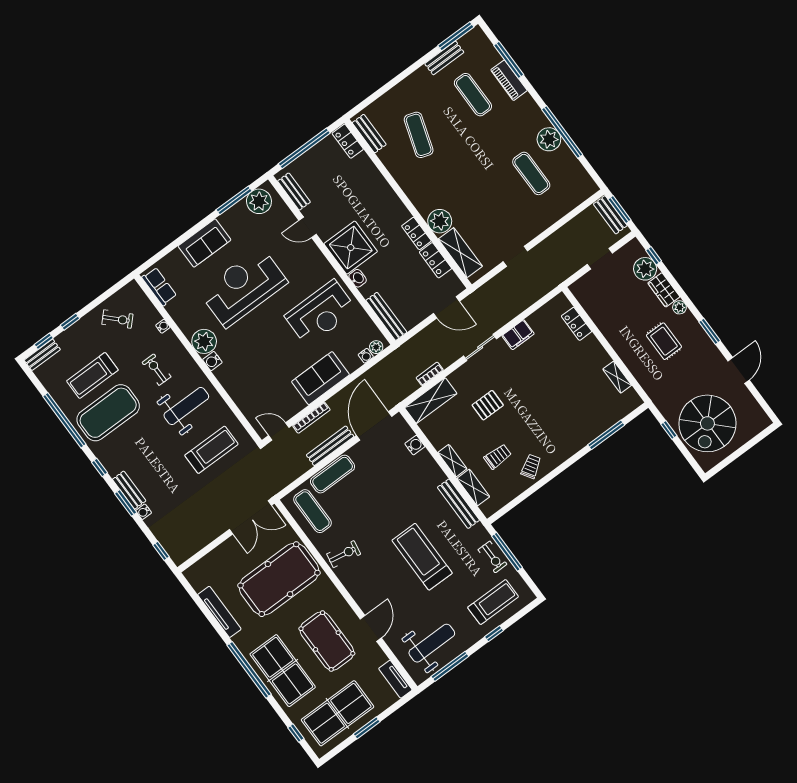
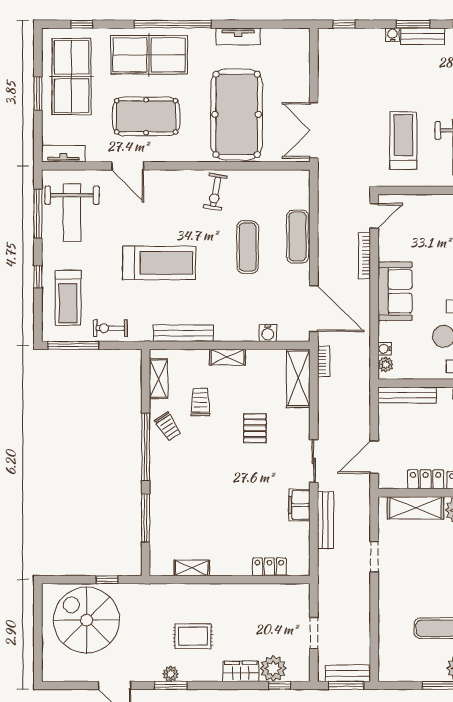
plant: (679, 307) -> (171, 674), moved
bookcase: (430, 374) -> (324, 361), moved
bench: (330, 446) -> (326, 520), moved
treadmill: (211, 450) -> (403, 141), turned 180
trolley: (498, 457) -> (200, 402), turned 180
window: (557, 471) -> (146, 447), added
shelving: (473, 488) -> (158, 379), moved, turned 90
exercise mat: (312, 511) -> (248, 247), moved, turned 90
window: (507, 552) -> (73, 345), moved
tv unit: (219, 612) -> (238, 36), width x0.71

